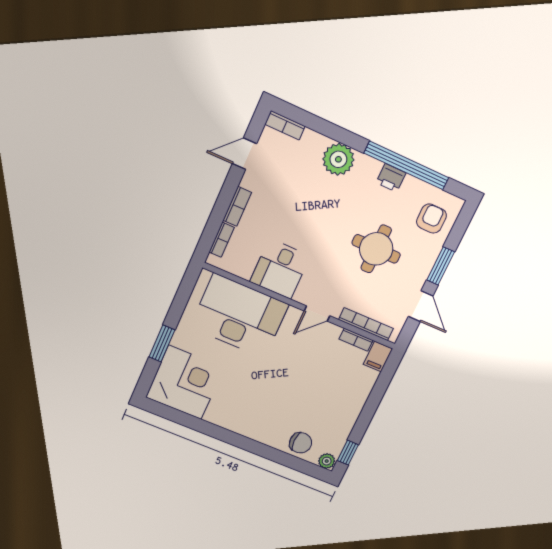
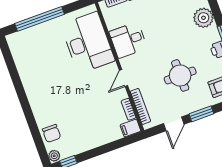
door: (317, 313) -> (123, 78), hinge flipped
window: (162, 344) -> (40, 19), width x2.11
corner desk: (185, 382) -> (30, 48), removed

